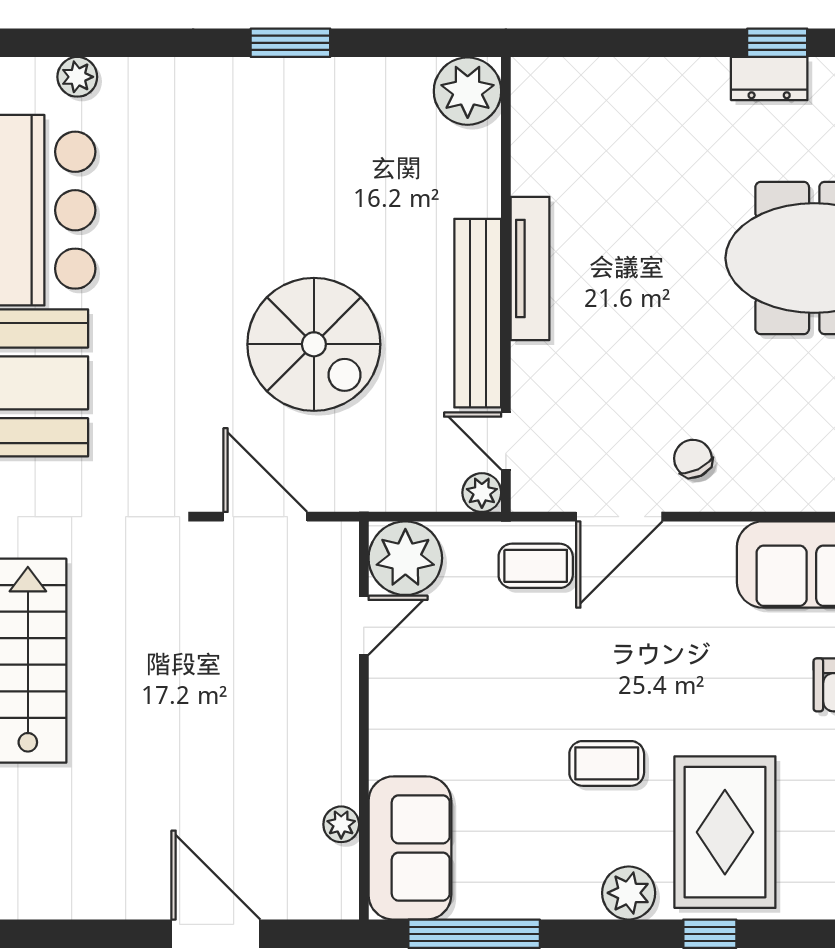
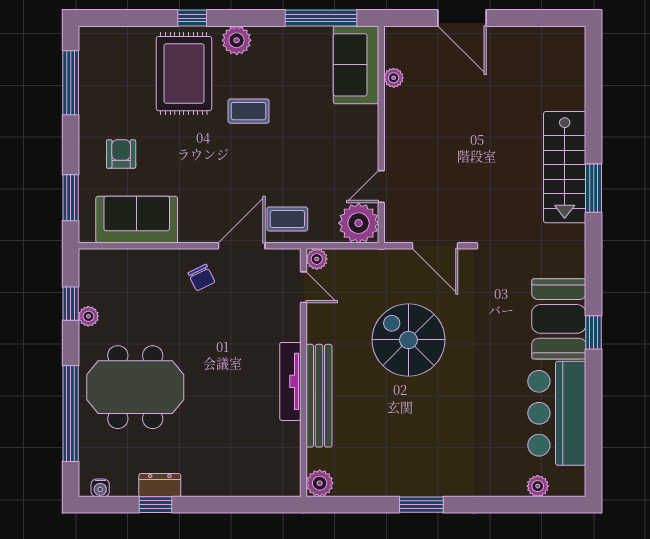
plant: (468, 91) -> (320, 483), width x0.73, depth x0.73
bench: (478, 313) -> (319, 396), moved

